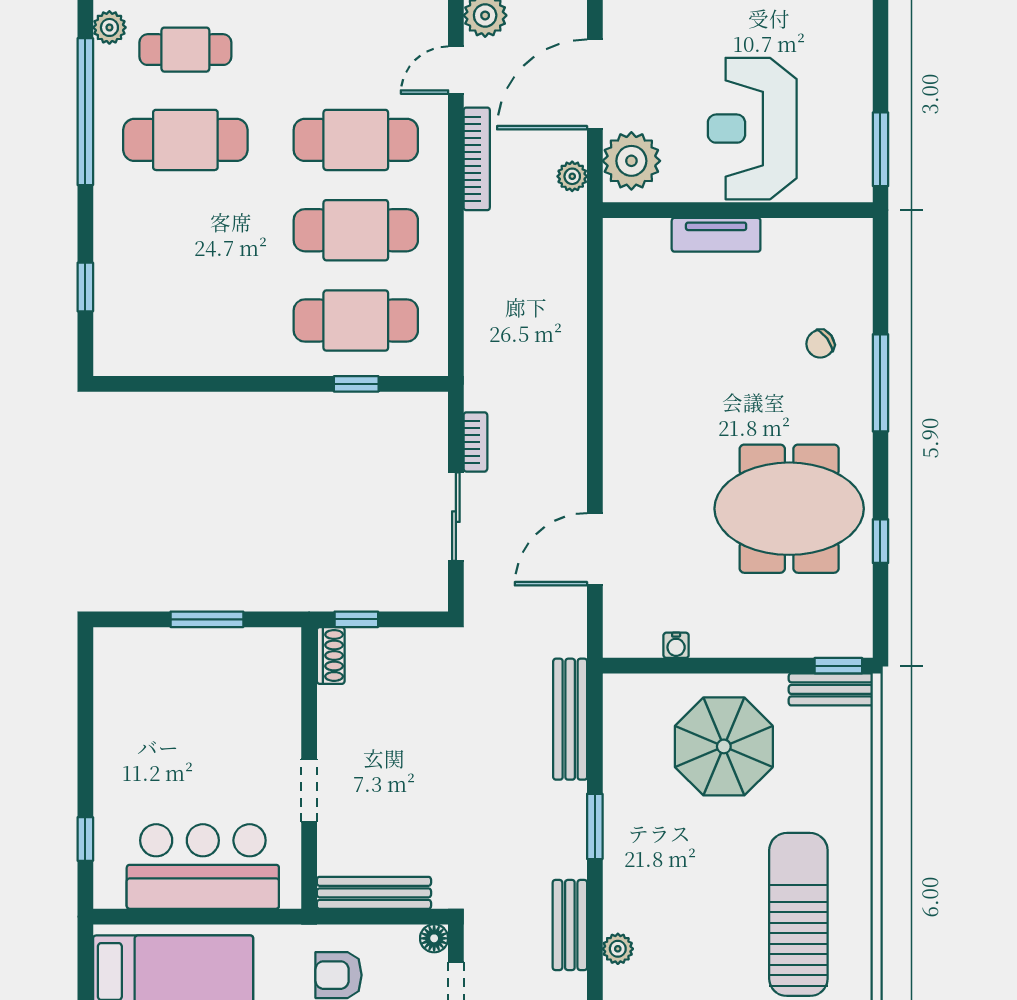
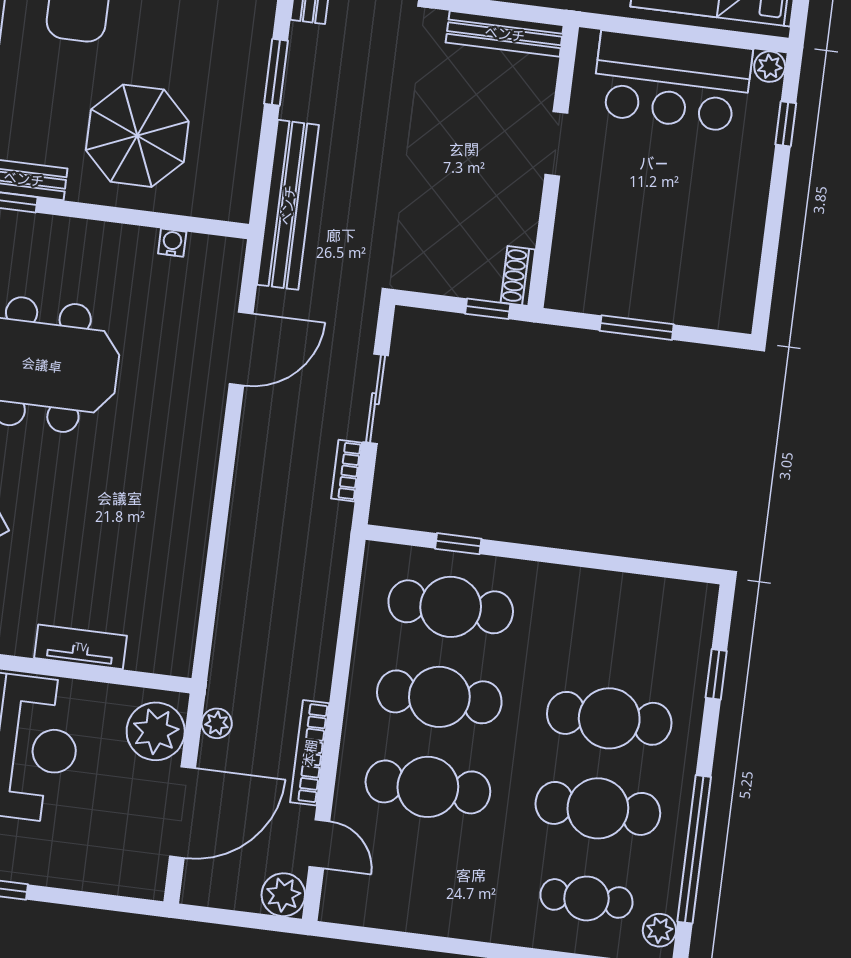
door: (456, 70) -> (319, 844), hinge flipped
cafe table: (185, 230) -> (609, 718), added
bench: (570, 719) -> (288, 205), width x1.37, depth x1.21
plant: (108, 894) -> (770, 67), added

